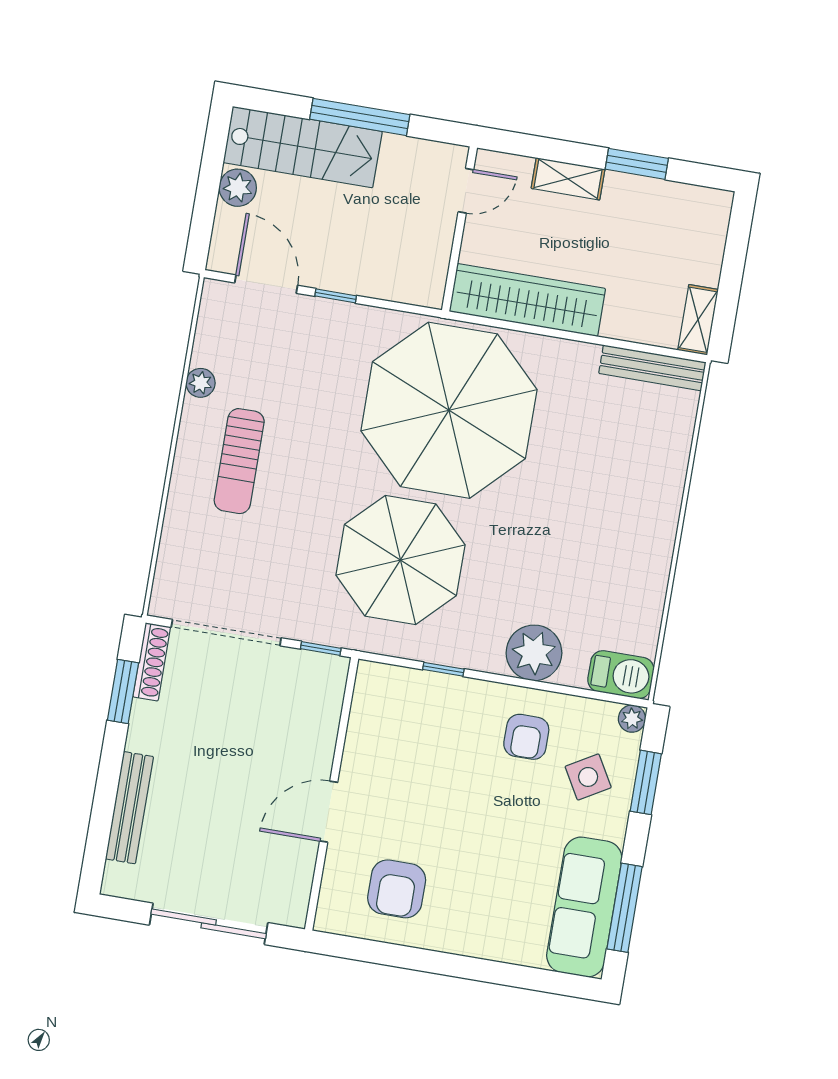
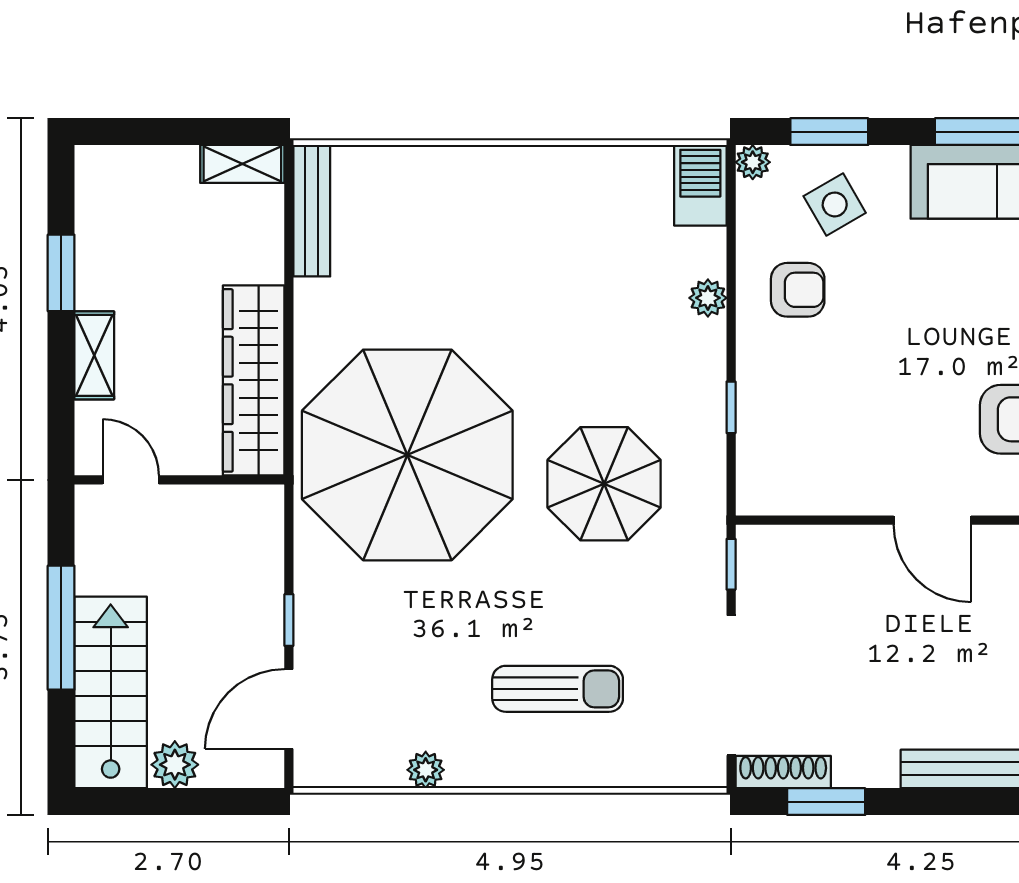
sun lounger: (239, 461) -> (558, 689), moved
parasol: (400, 560) -> (604, 484), width x0.73, depth x0.73
plant: (534, 653) -> (708, 298), width x0.53, depth x0.53

